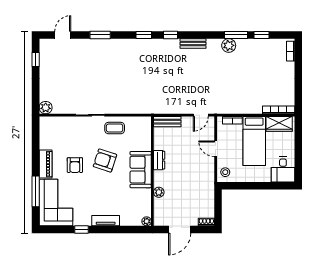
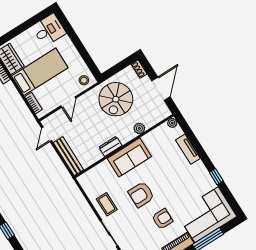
door: (201, 115) -> (47, 134), swing flipped
bench: (167, 122) -> (68, 156), width x1.36
armchair: (105, 161) -> (141, 195), turned 72
spiral stairs: (194, 188) -> (116, 99), added
tv unit: (106, 221) -> (188, 149), moved
door: (180, 229) -> (161, 89), hinge flipped

